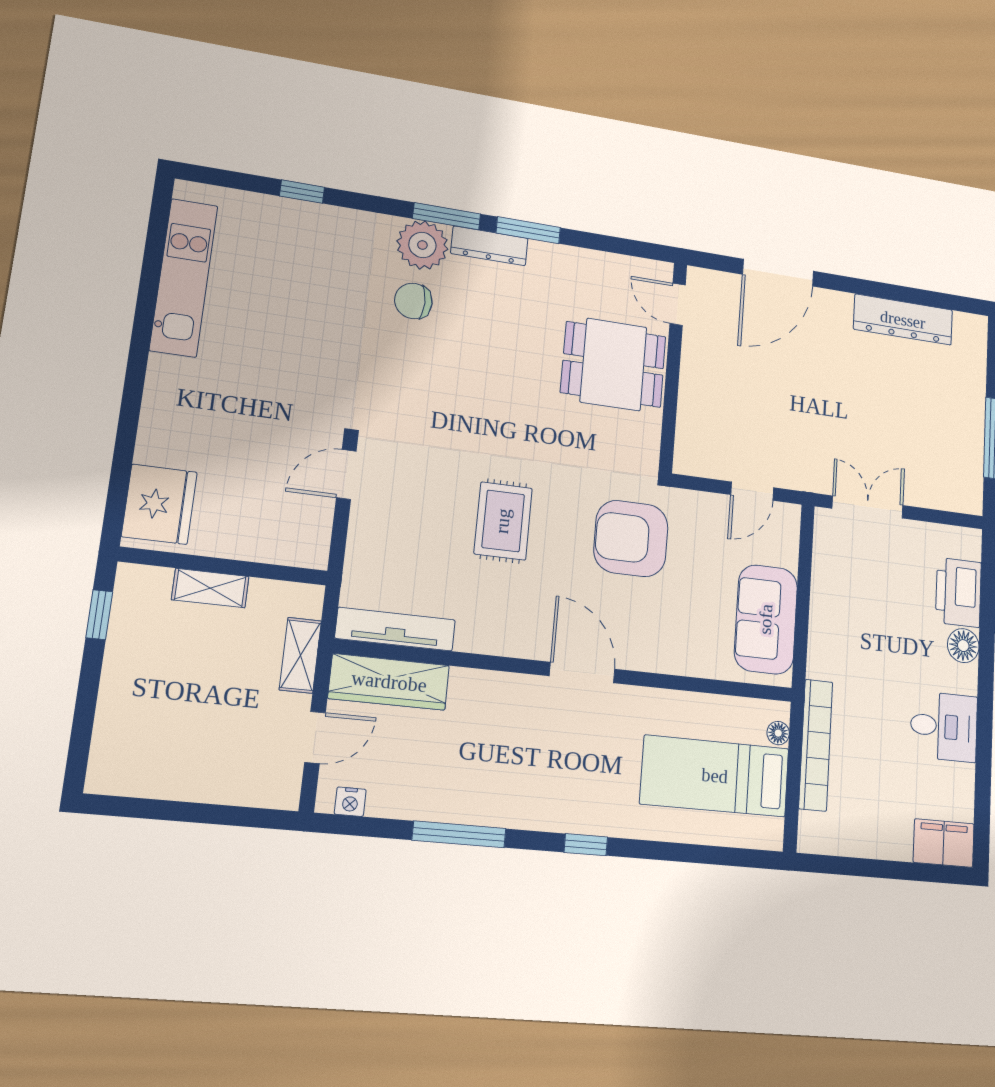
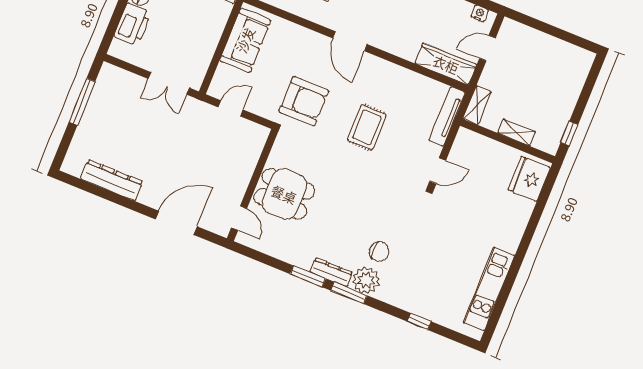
tv unit: (395, 629) -> (447, 116), moved, turned 90
shelving: (300, 655) -> (477, 105), moved

